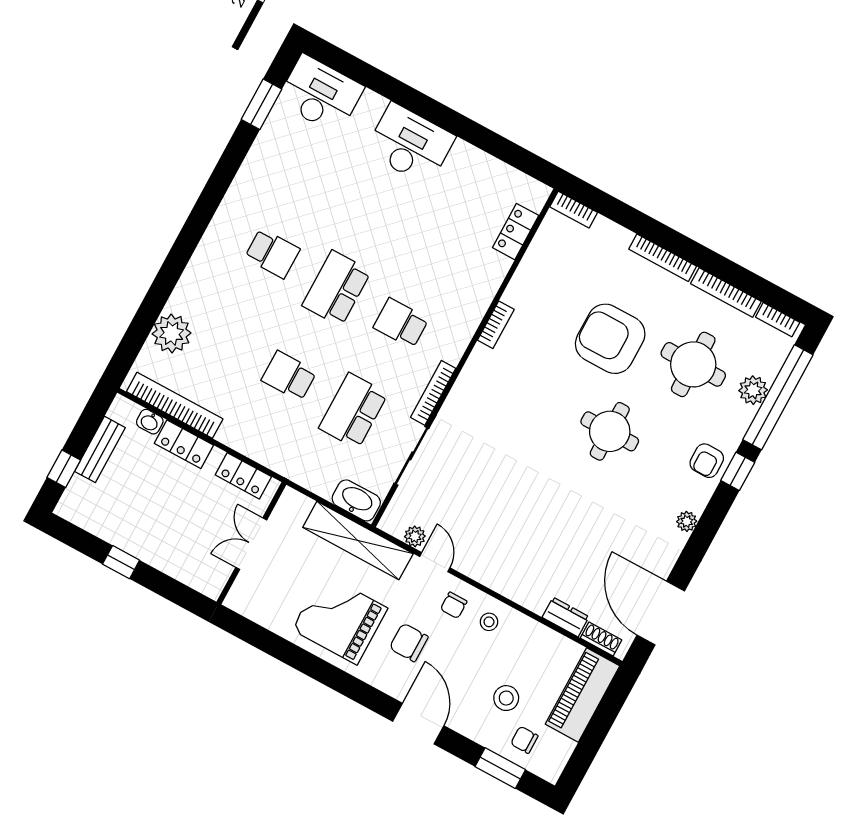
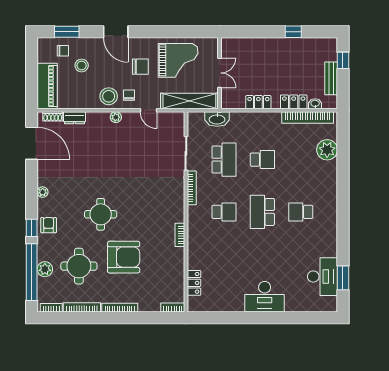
desk: (320, 94) -> (322, 277), moved, turned -90
school desk: (337, 288) -> (262, 212), turned 180
washbasin: (356, 500) -> (217, 119), moved
plant: (415, 536) -> (116, 117), moved
wall: (251, 543) -> (220, 73), moved
double door: (251, 544) -> (220, 73), moved
stool: (489, 622) -> (109, 96), width x1.89, depth x1.89

